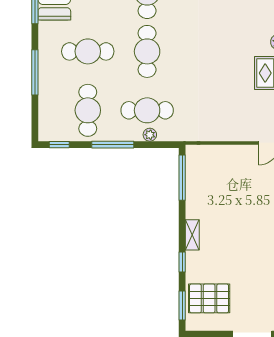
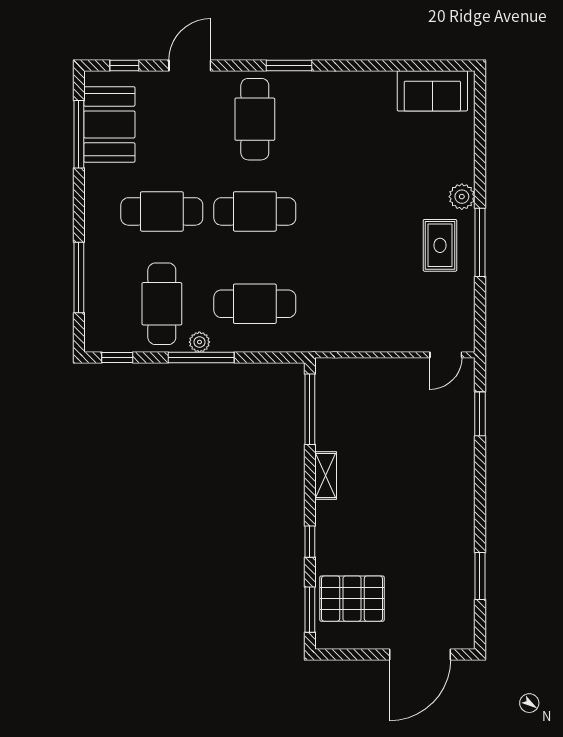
cafe table: (147, 51) -> (255, 211), turned 90
window: (35, 72) -> (79, 277), moved
plant: (150, 135) -> (199, 342), moved
shelving: (192, 235) -> (326, 476), moved

